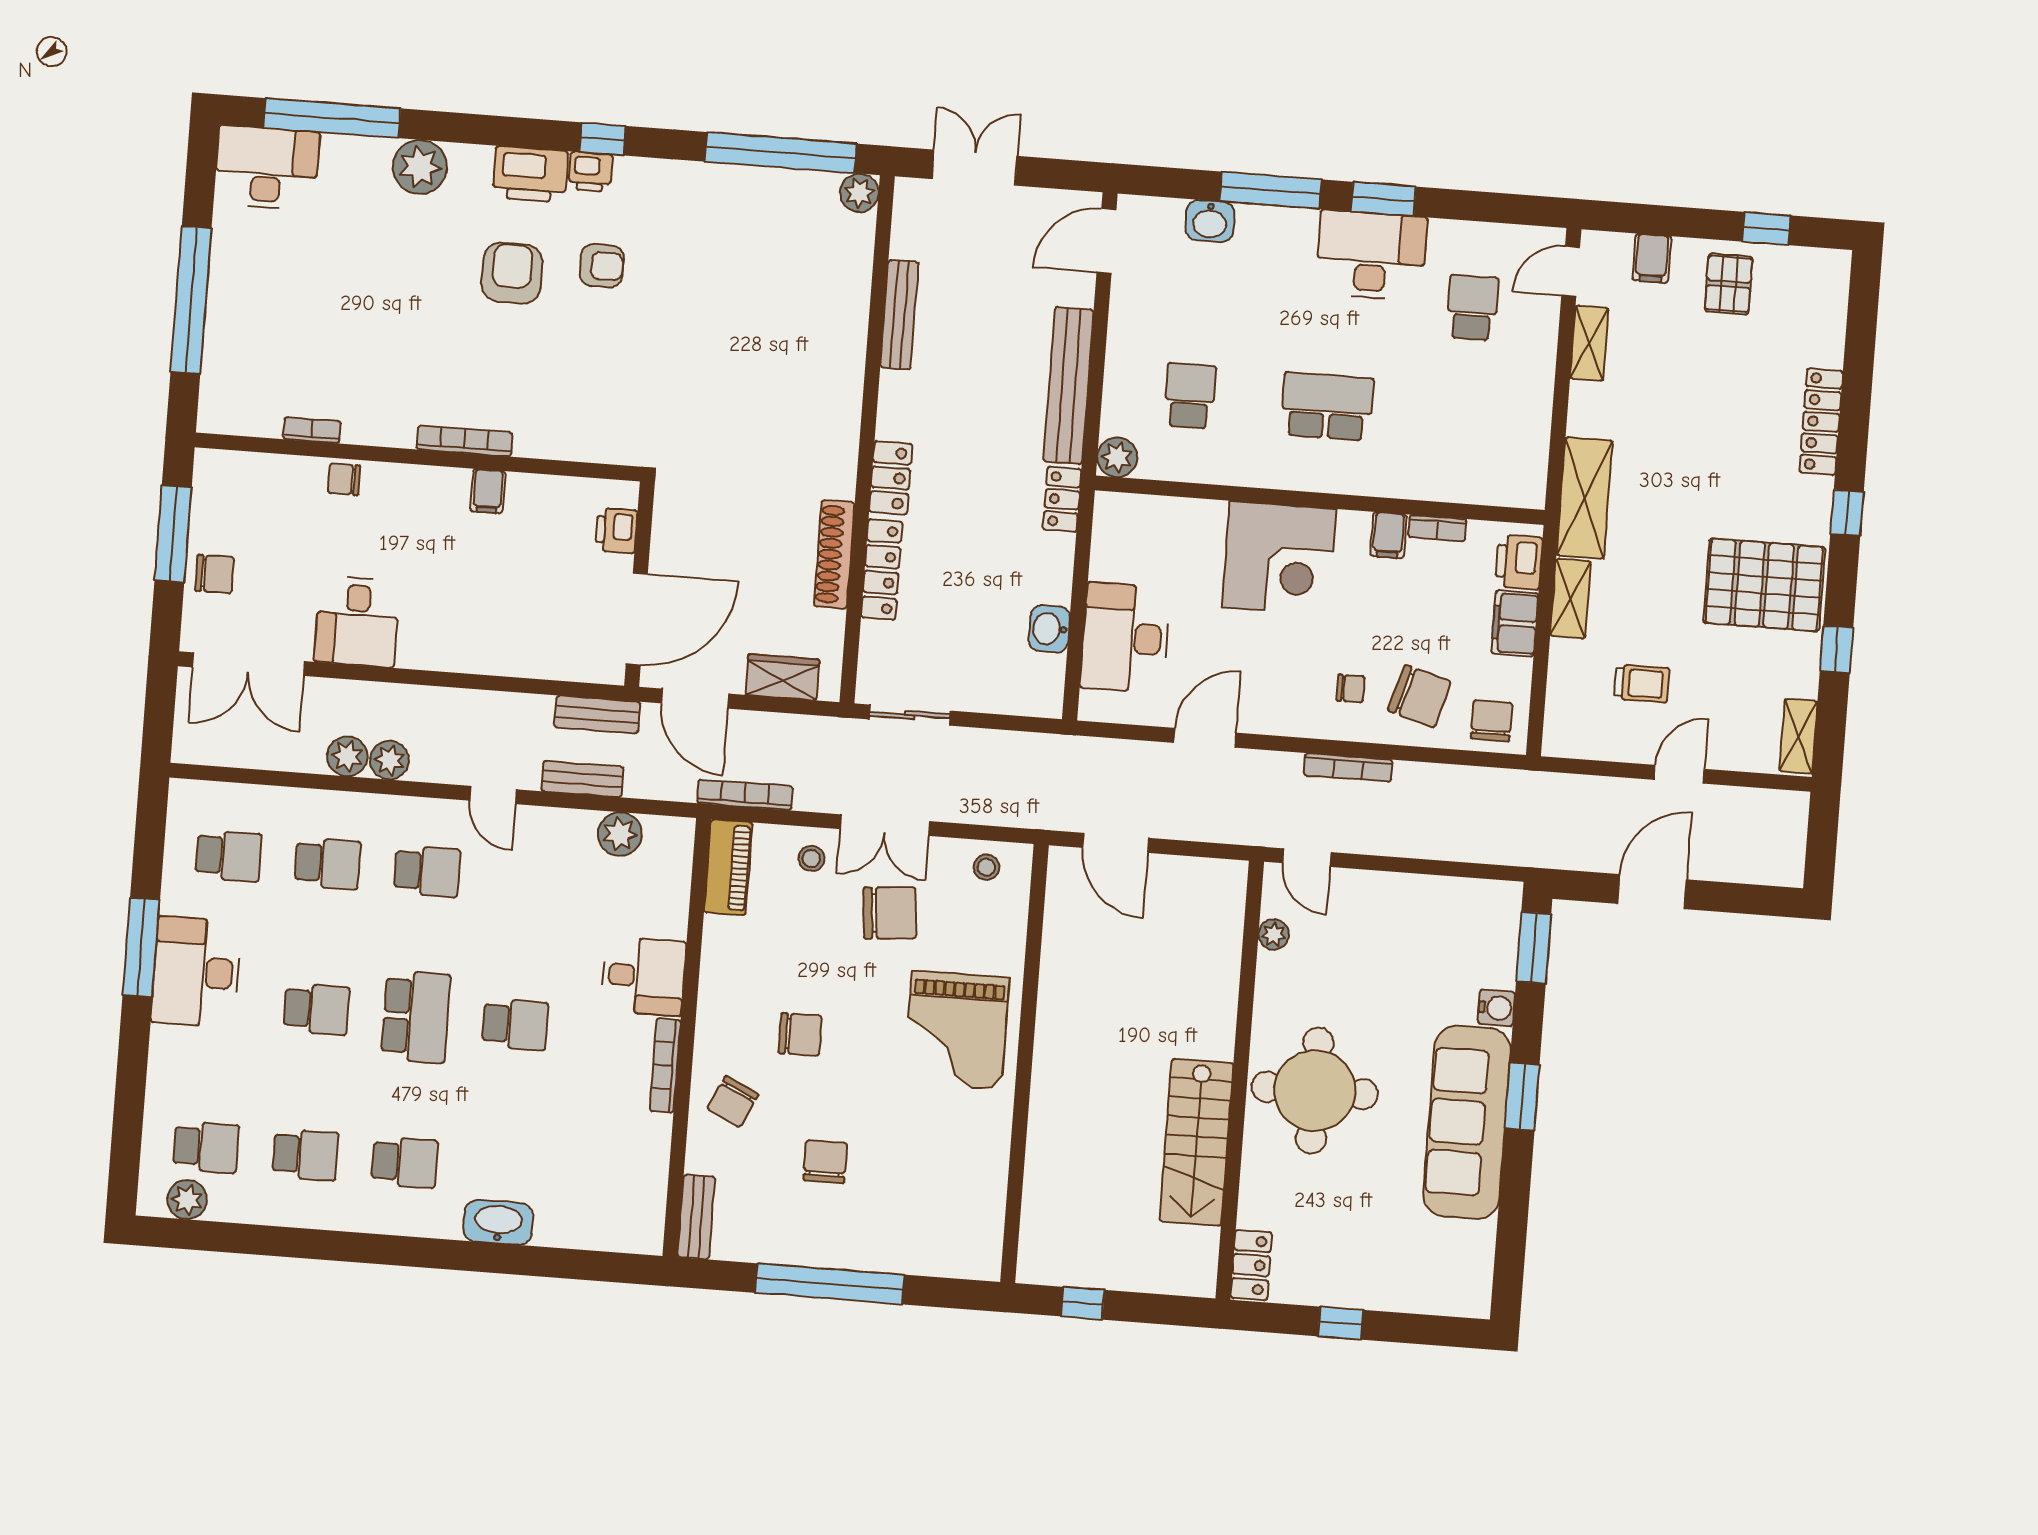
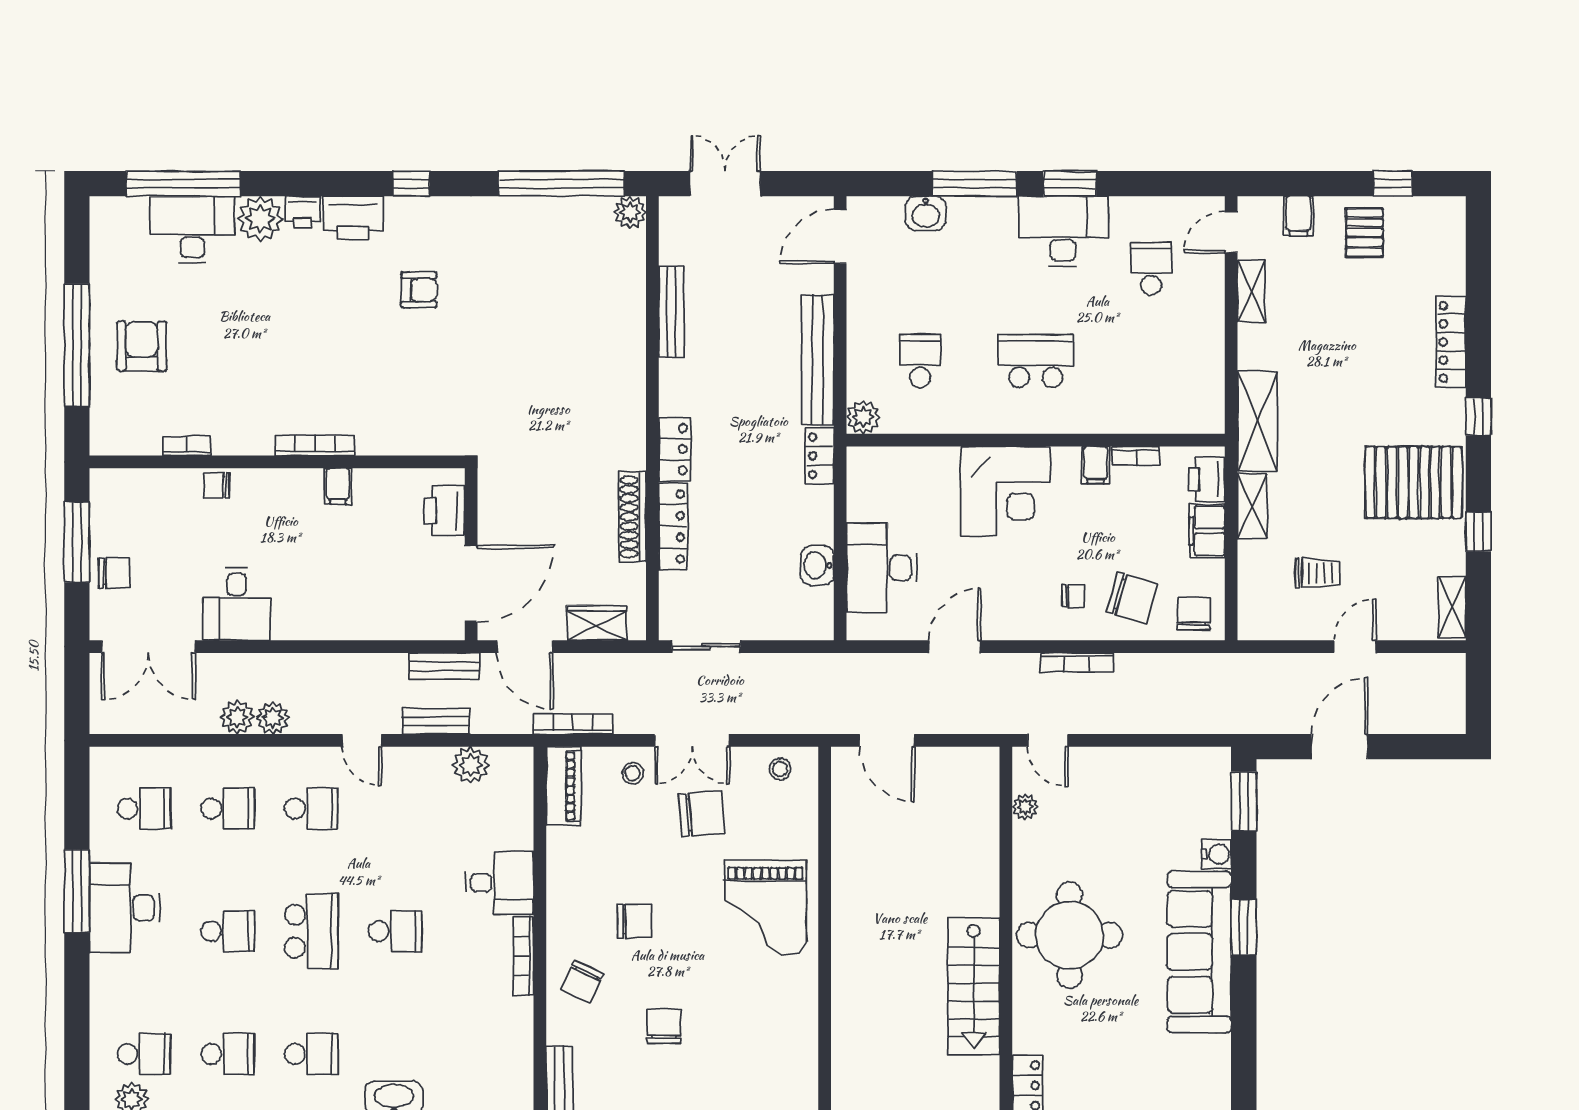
desk: (267, 168) -> (193, 229), moved
printer: (591, 172) -> (303, 212), moved
armchair: (512, 273) -> (142, 346), moved
printer: (616, 530) -> (444, 511), width x1.36, depth x1.24

